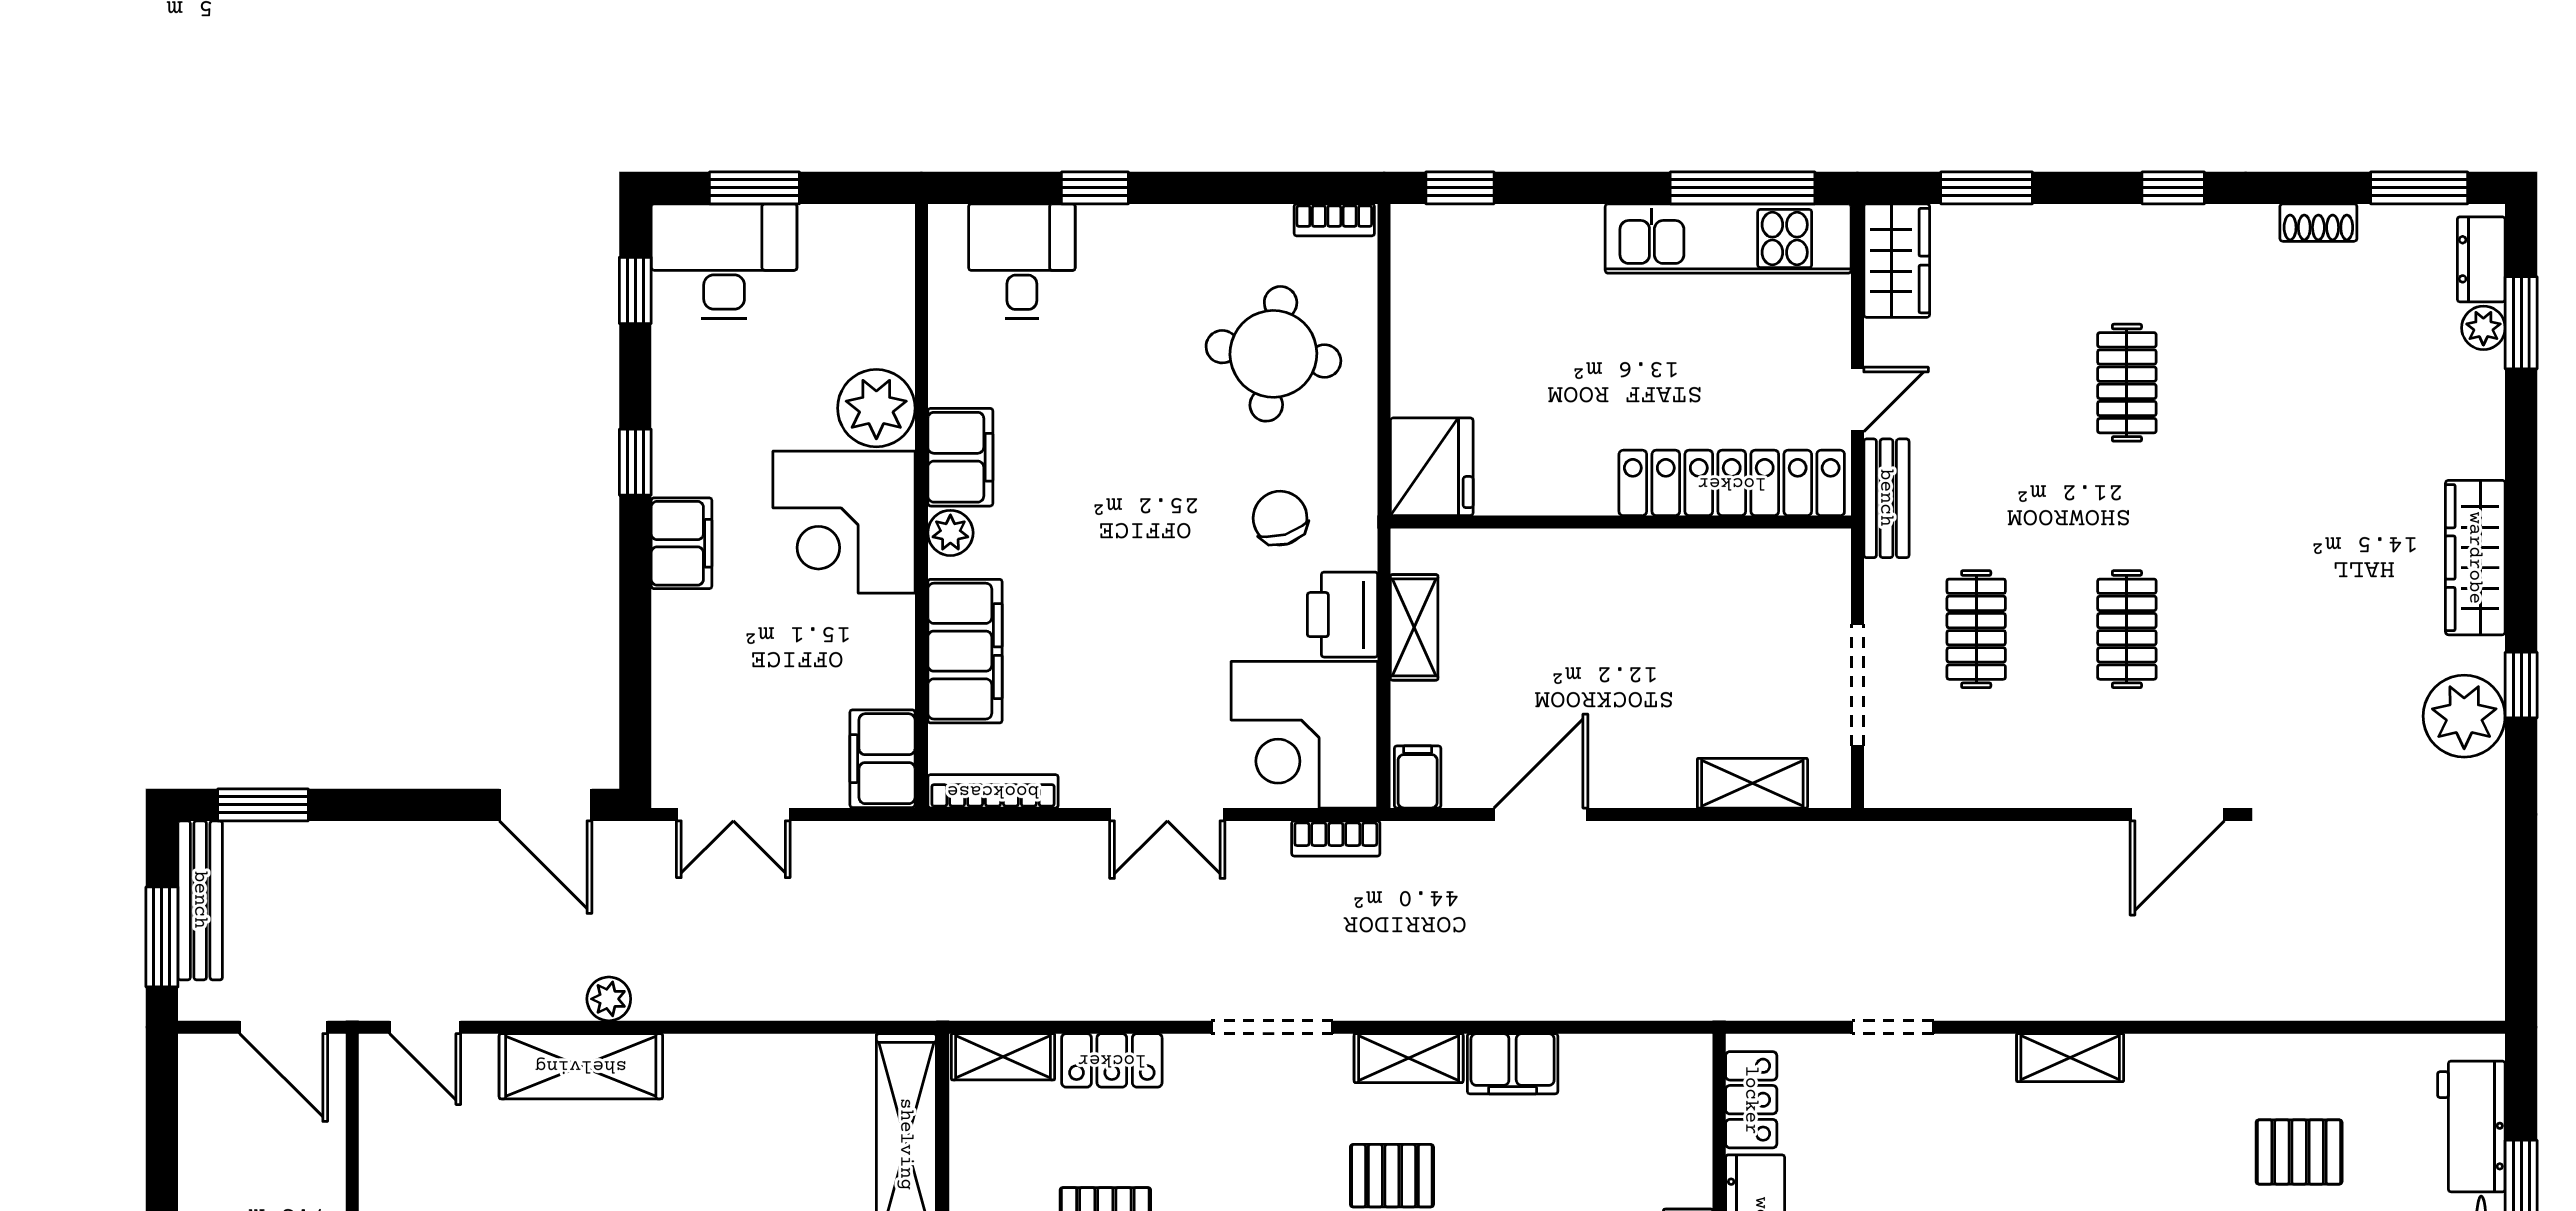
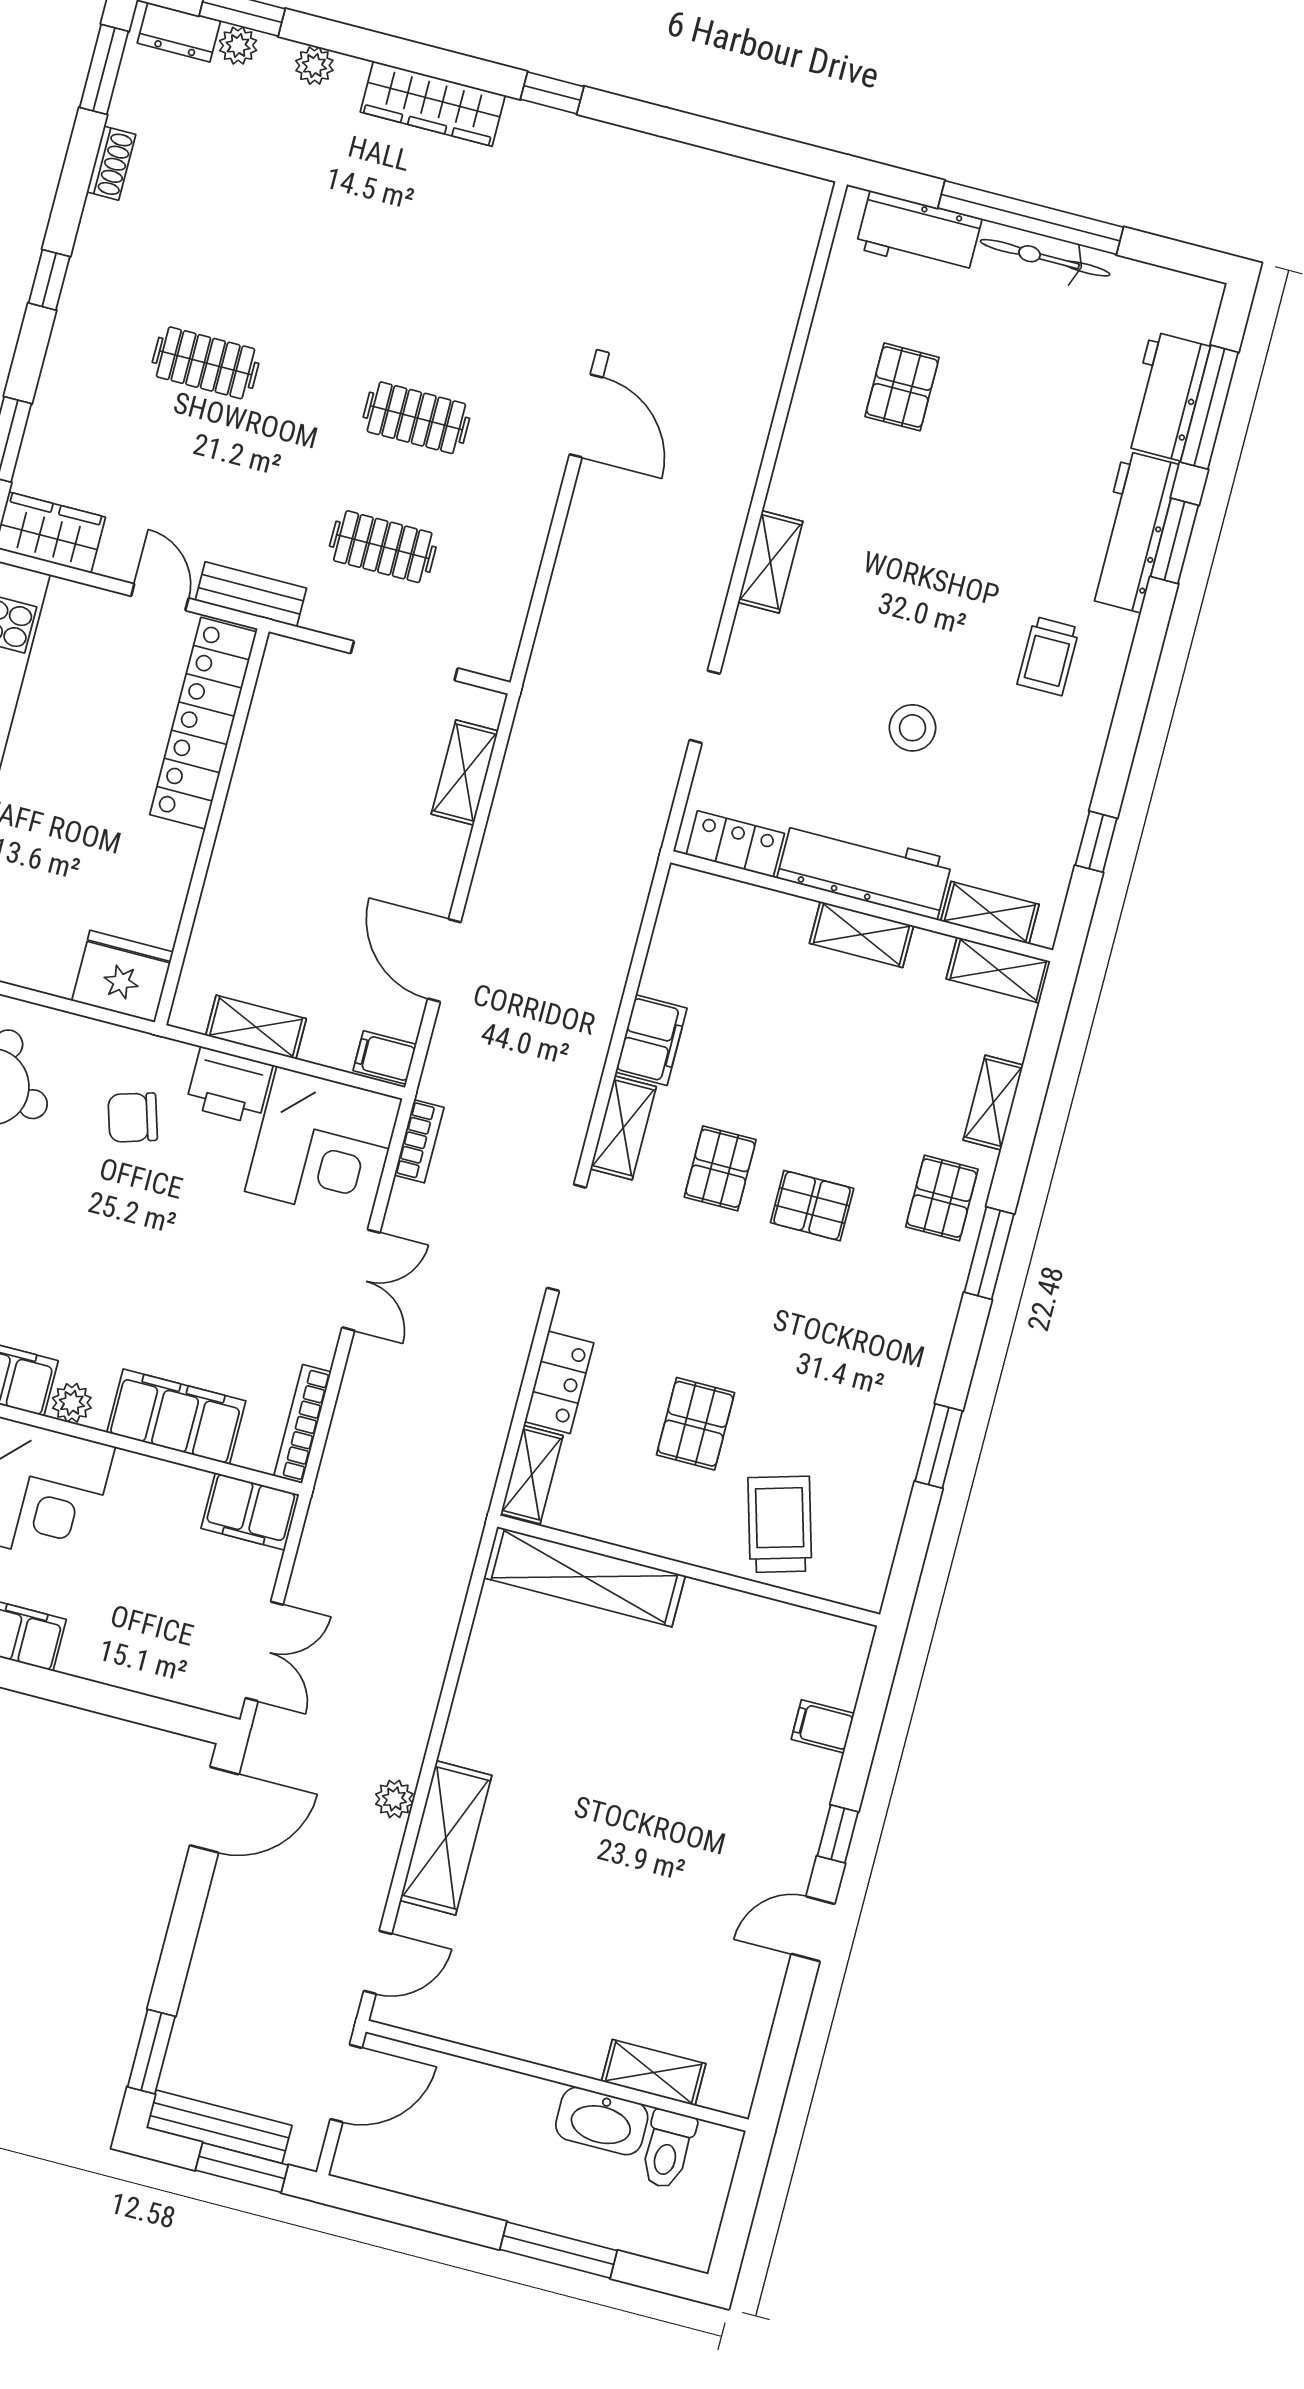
plant: (2464, 716) -> (314, 66), moved, width x0.53, depth x0.53

